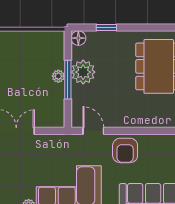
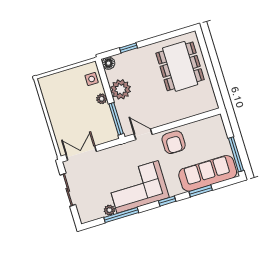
side table: (54, 50) -> (92, 79), added
window: (68, 80) -> (116, 119), moved

